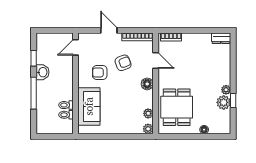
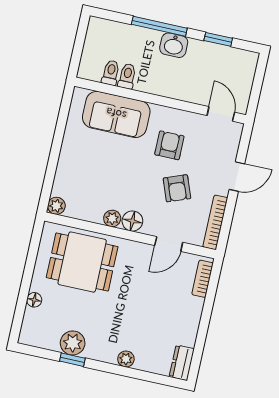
washbasin: (43, 72) -> (174, 45), moved
plant: (226, 90) -> (126, 359), moved
plant: (148, 113) -> (112, 218), moved

